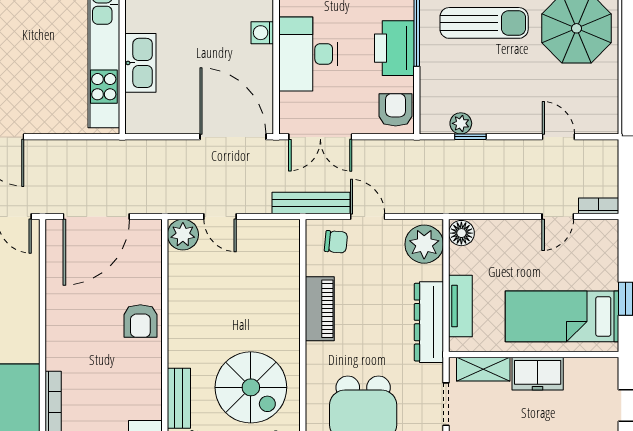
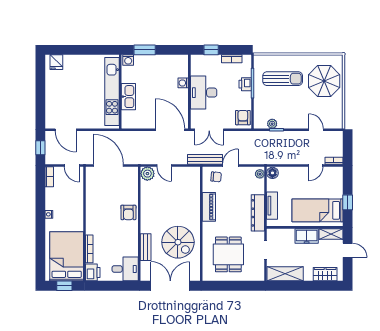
printer: (394, 48) -> (245, 84), width x0.53, depth x0.68
door: (96, 216) -> (109, 165), swing flipped
door: (368, 216) -> (230, 165), hinge flipped
plant: (424, 244) -> (260, 174), width x0.53, depth x0.53
shelving: (483, 369) -> (331, 234), moved

